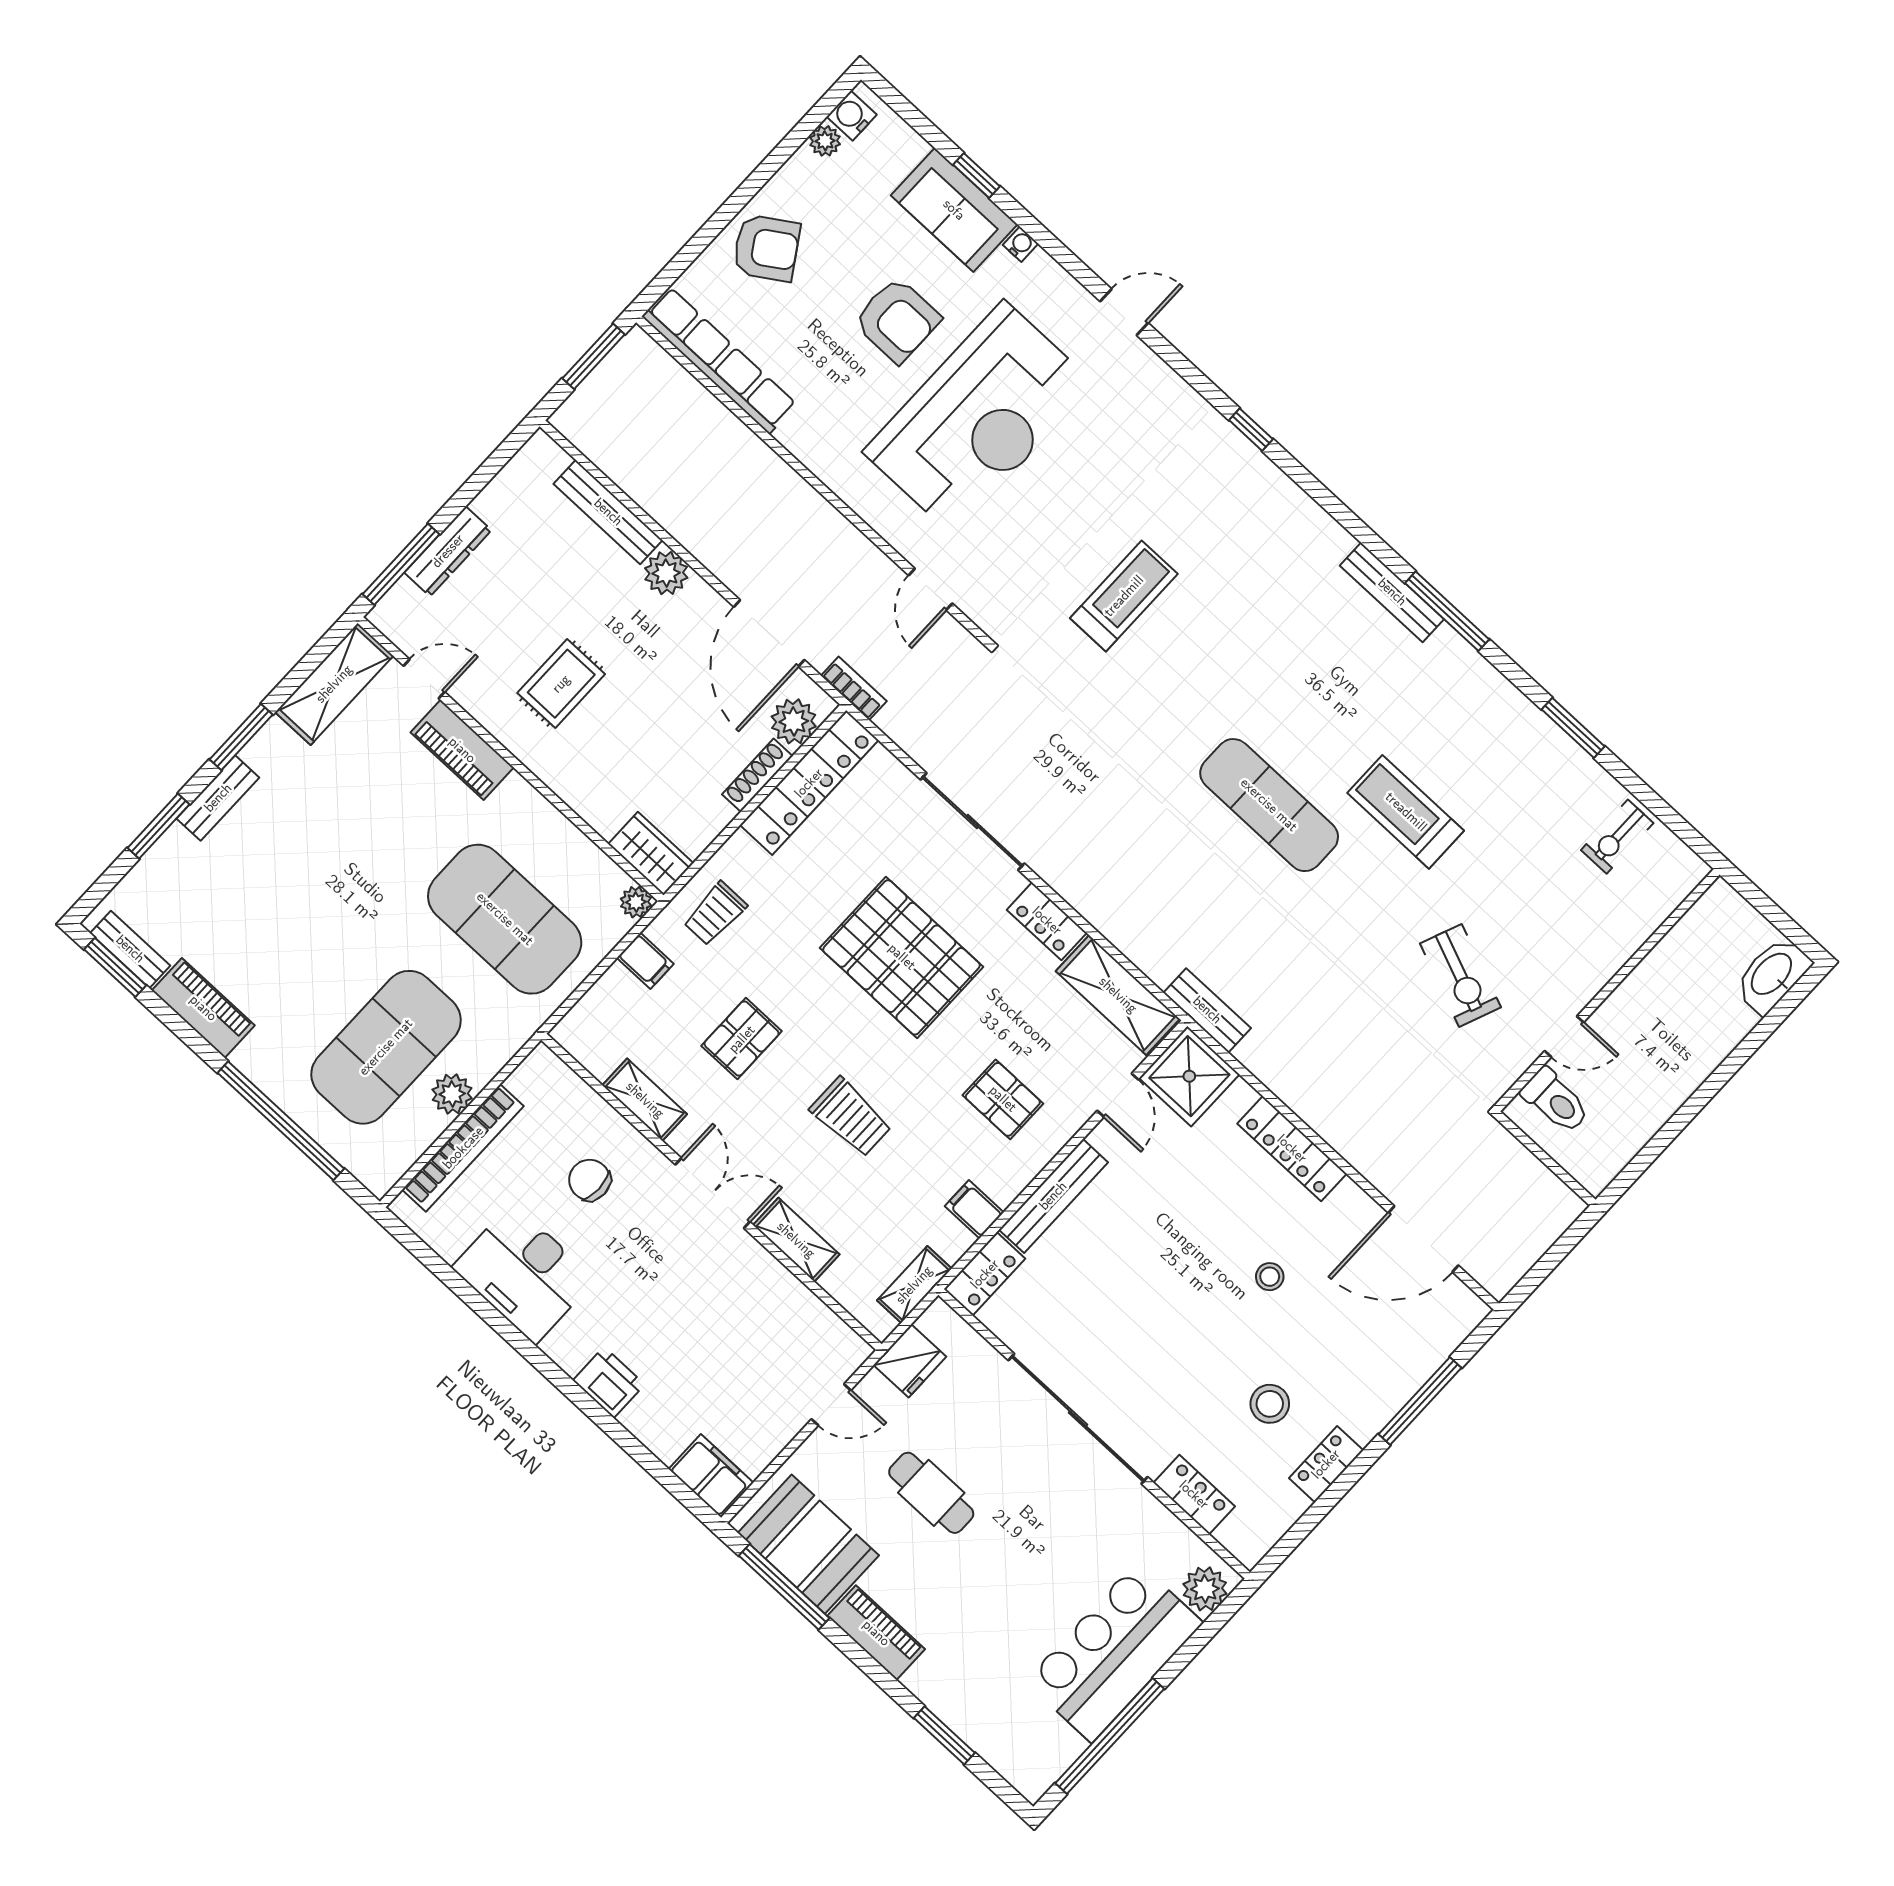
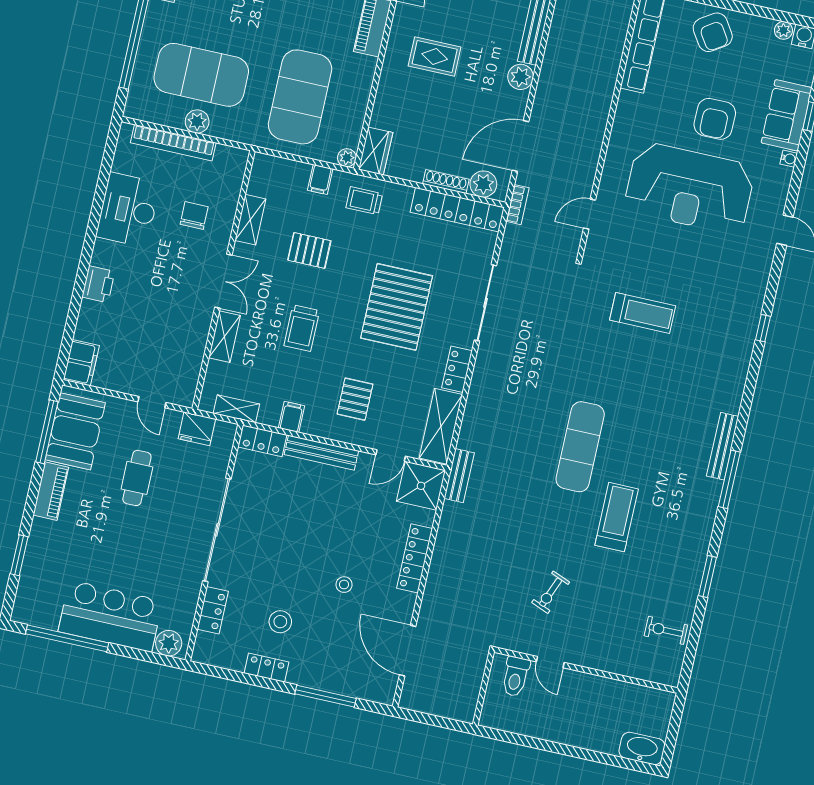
exercise bike: (1460, 975) -> (551, 592), width x0.73, depth x0.72

